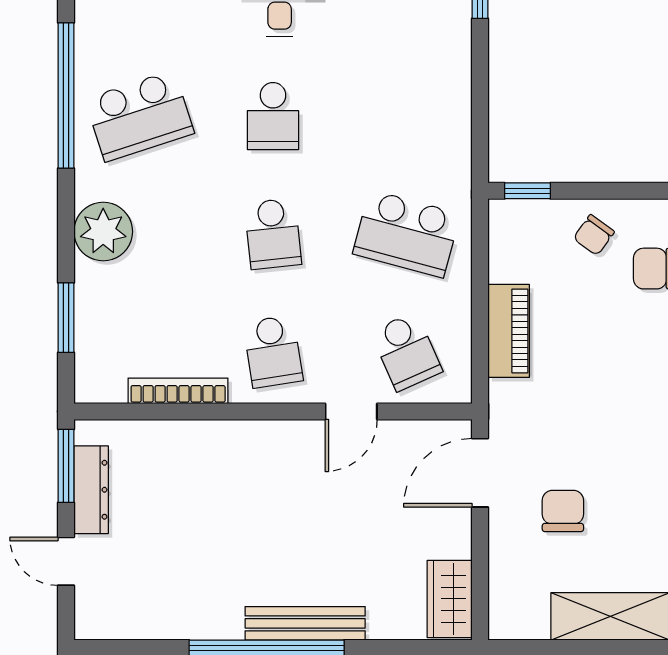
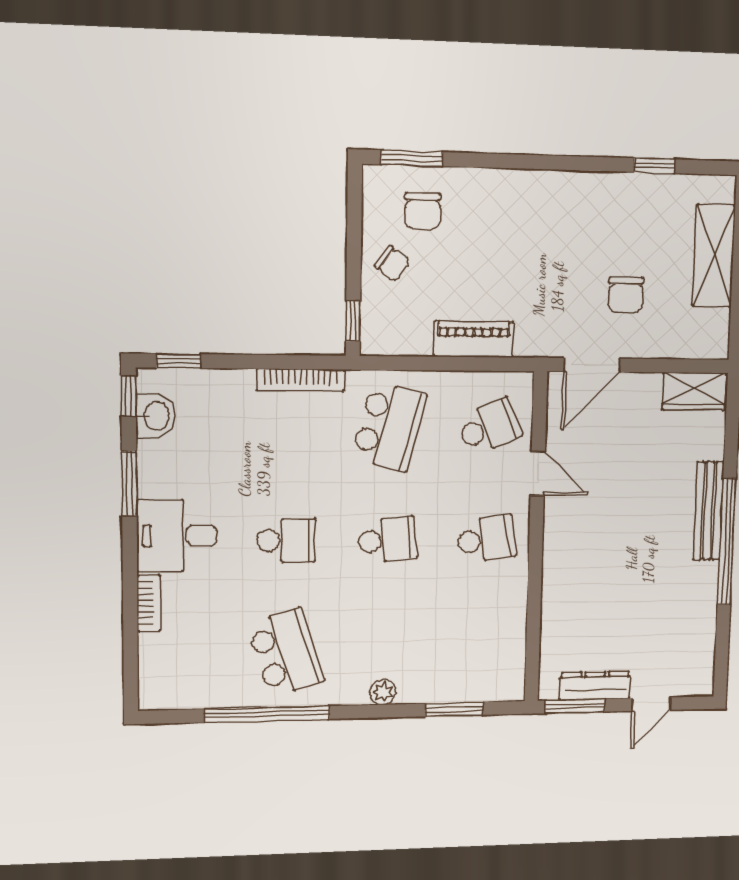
plant: (103, 232) -> (383, 692), width x0.53, depth x0.53
bookcase: (178, 391) -> (300, 380), moved, turned -90
door: (480, 473) -> (592, 365), hinge flipped
chair: (563, 511) -> (626, 295), turned -90

